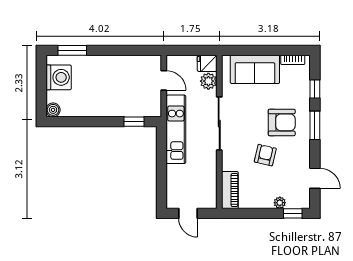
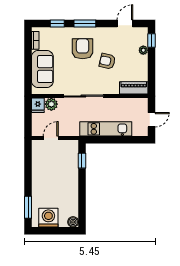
kitchen unit: (176, 129) -> (106, 129), moved

